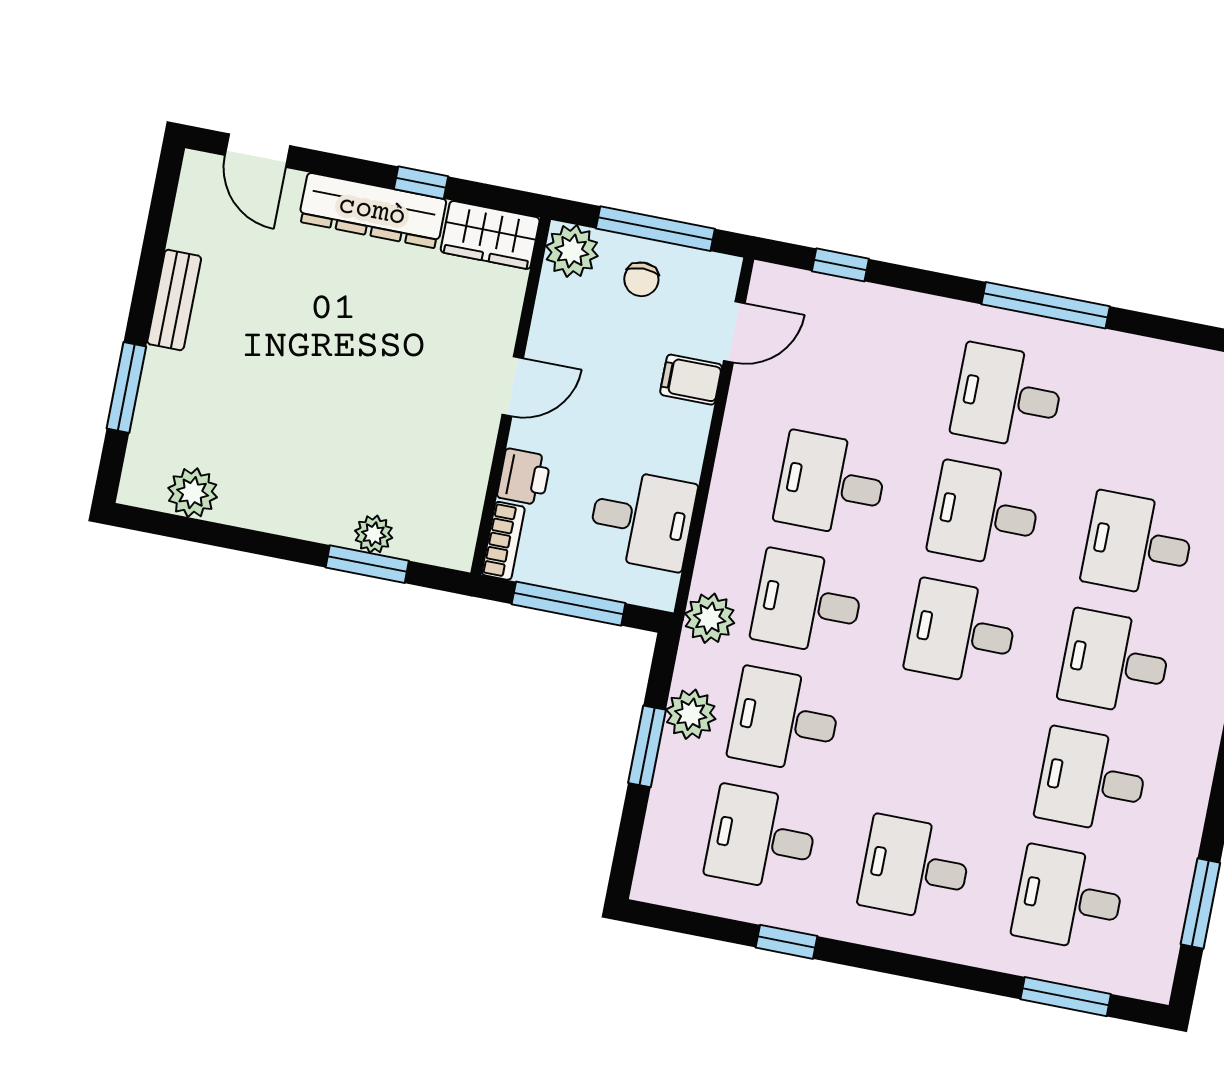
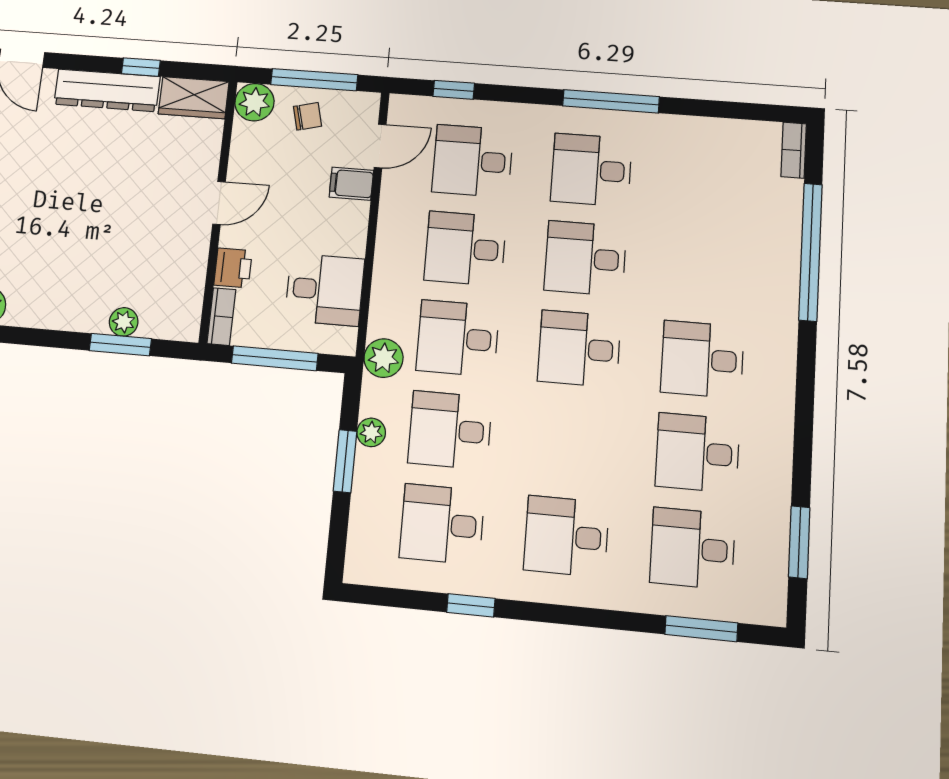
chair: (641, 279) -> (307, 116), turned -103
desk: (1138, 545) -> (473, 161), moved
plant: (691, 714) -> (371, 432), width x0.73, depth x0.73

